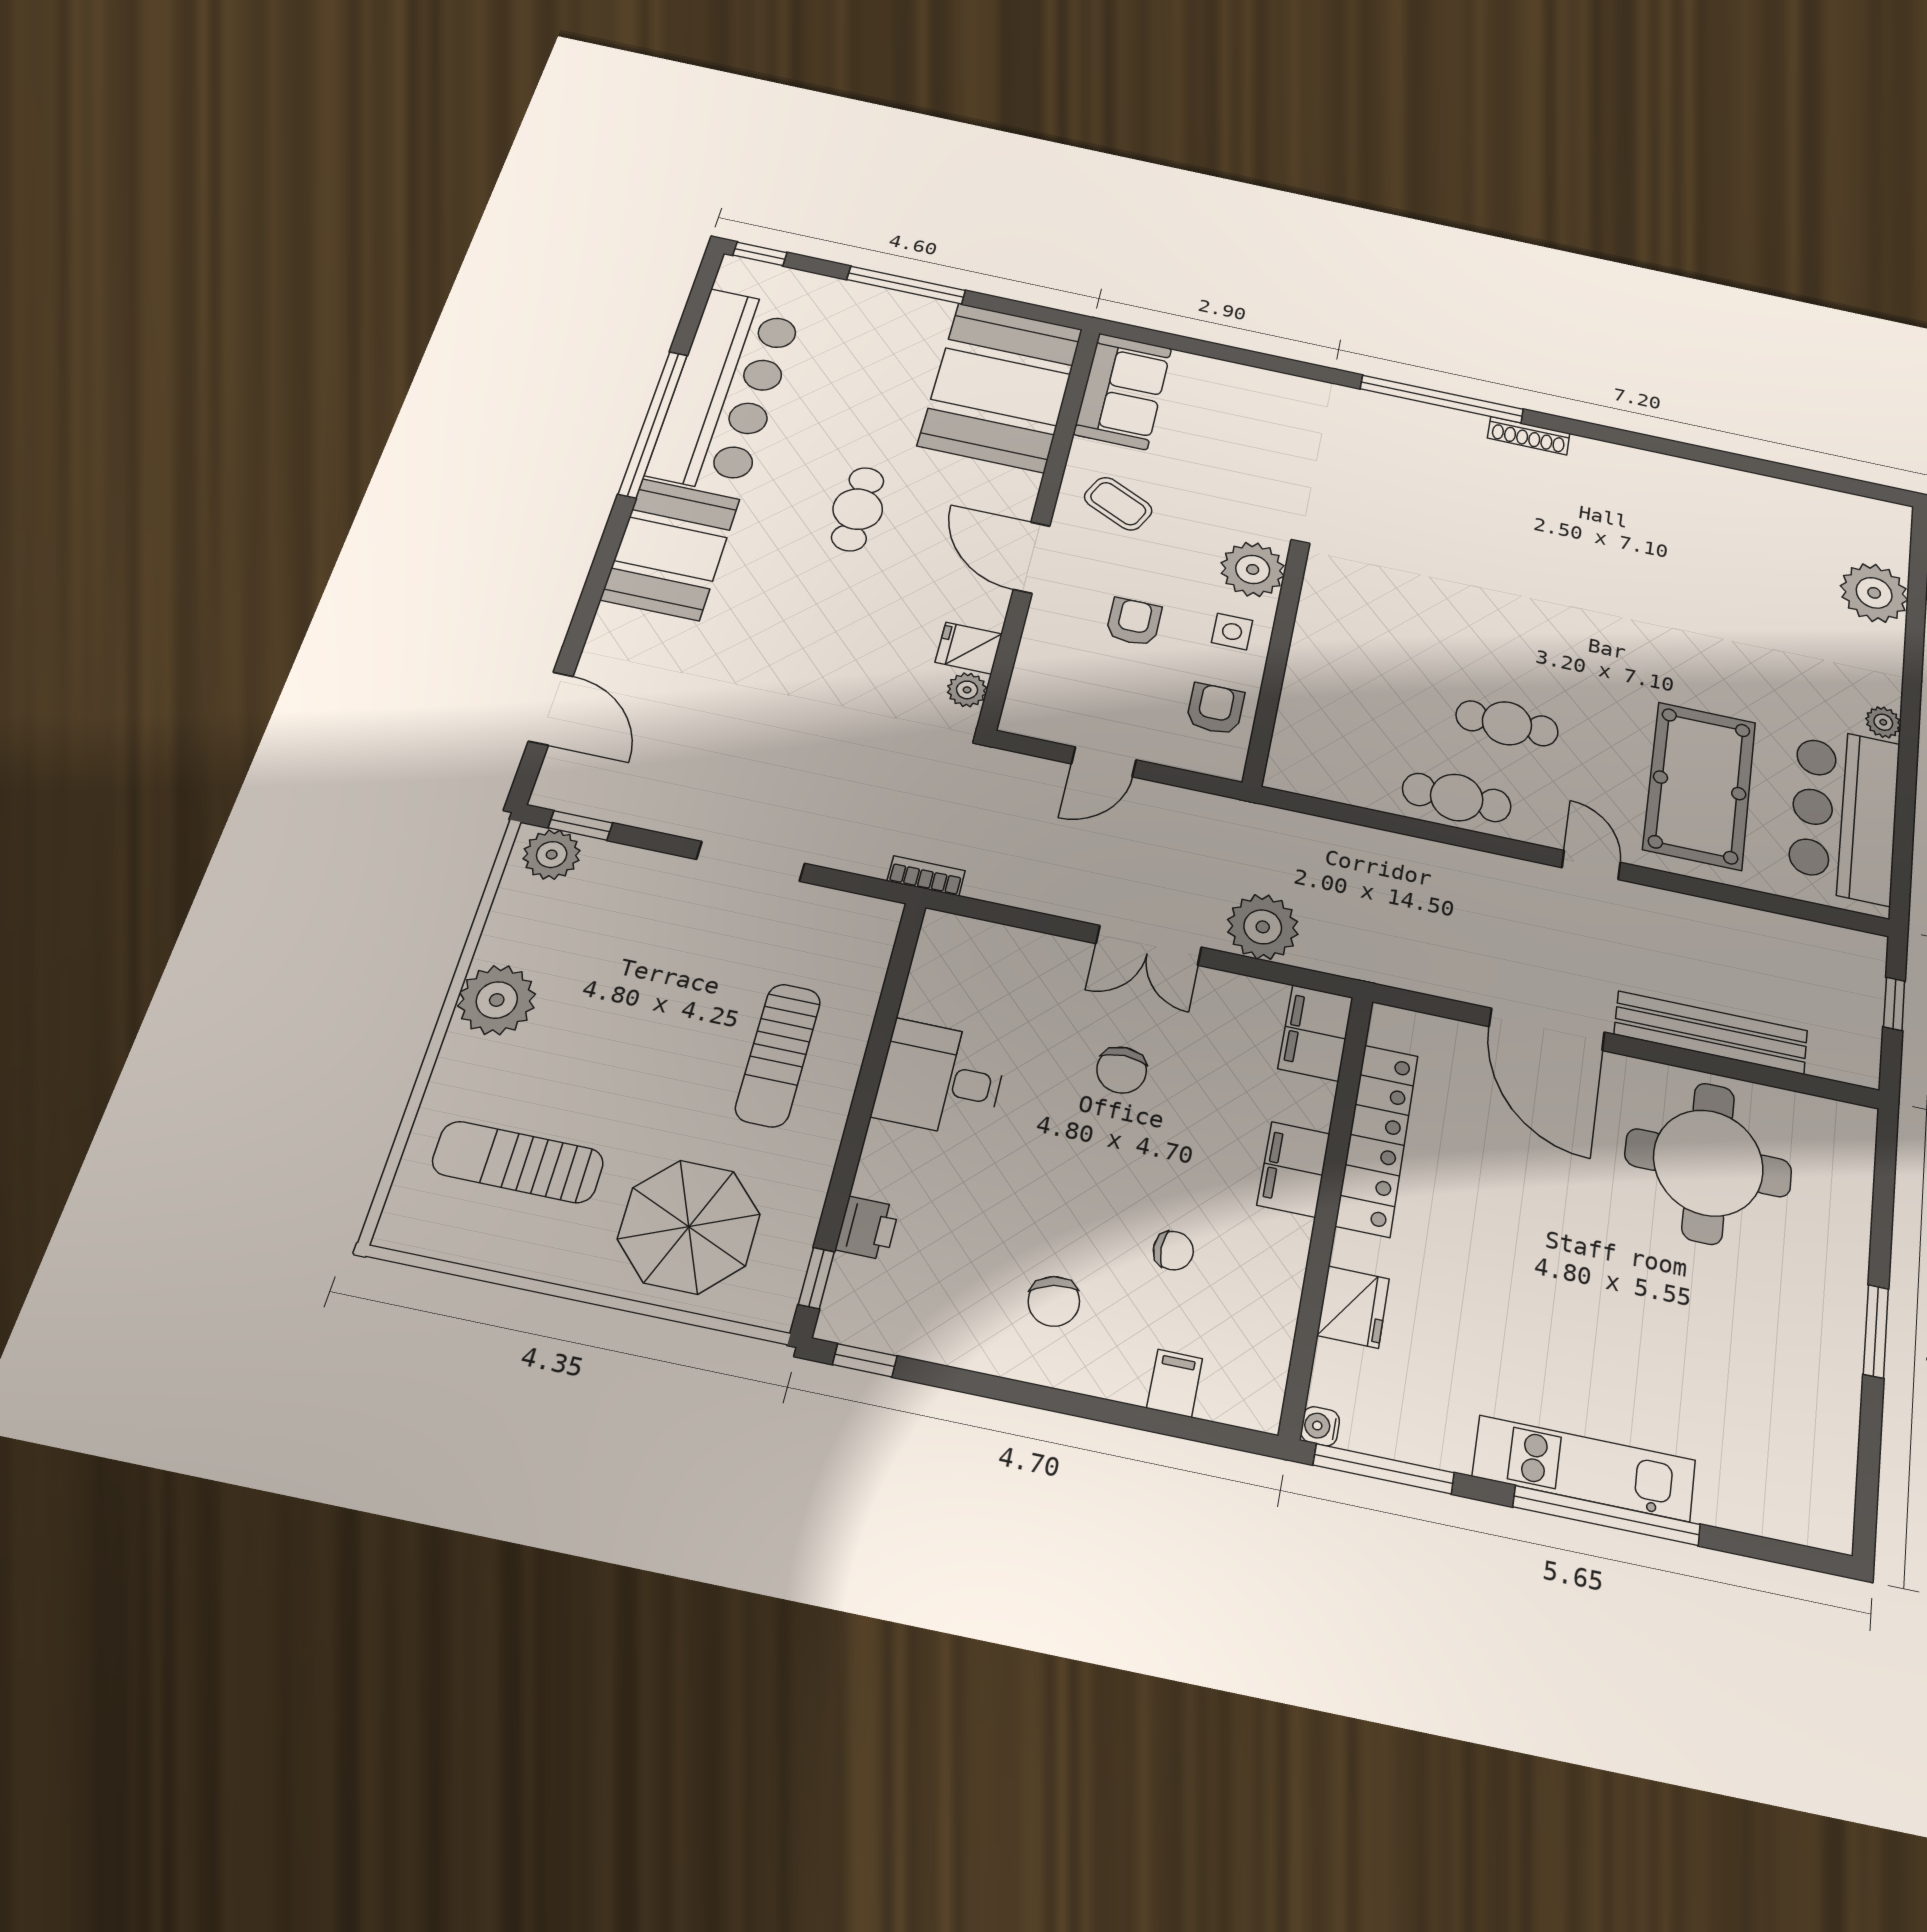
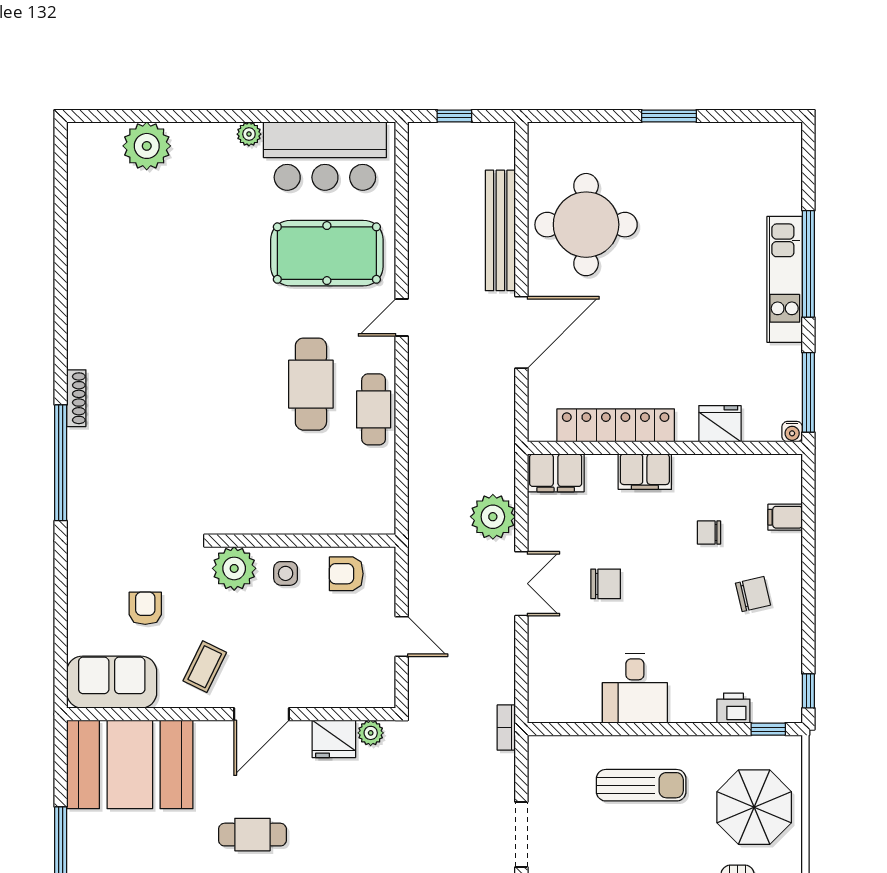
armchair: (1134, 622) -> (145, 608), moved, turned 90
fridge: (969, 648) -> (334, 739), width x1.38
cafe table: (1507, 723) -> (311, 384), width x1.37, depth x1.35
chair: (1173, 1251) -> (709, 532), turned -90

